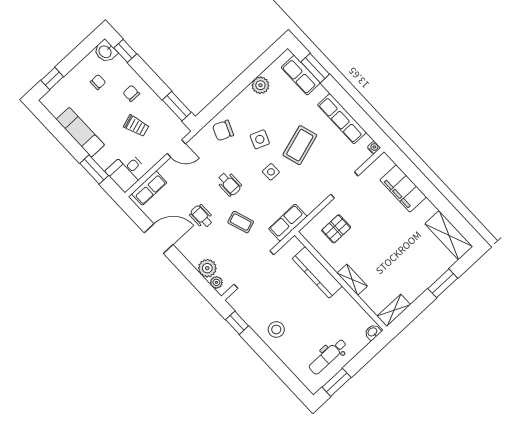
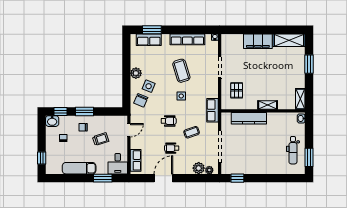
plant: (260, 85) -> (136, 73), moved
window: (177, 106) -> (85, 111), moved
side table: (260, 139) -> (149, 86), moved
filing cabinet: (403, 188) -> (258, 41), moved
stool: (276, 329) -> (258, 163), removed

